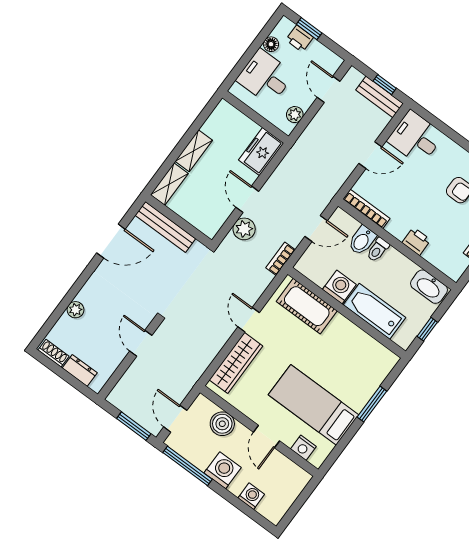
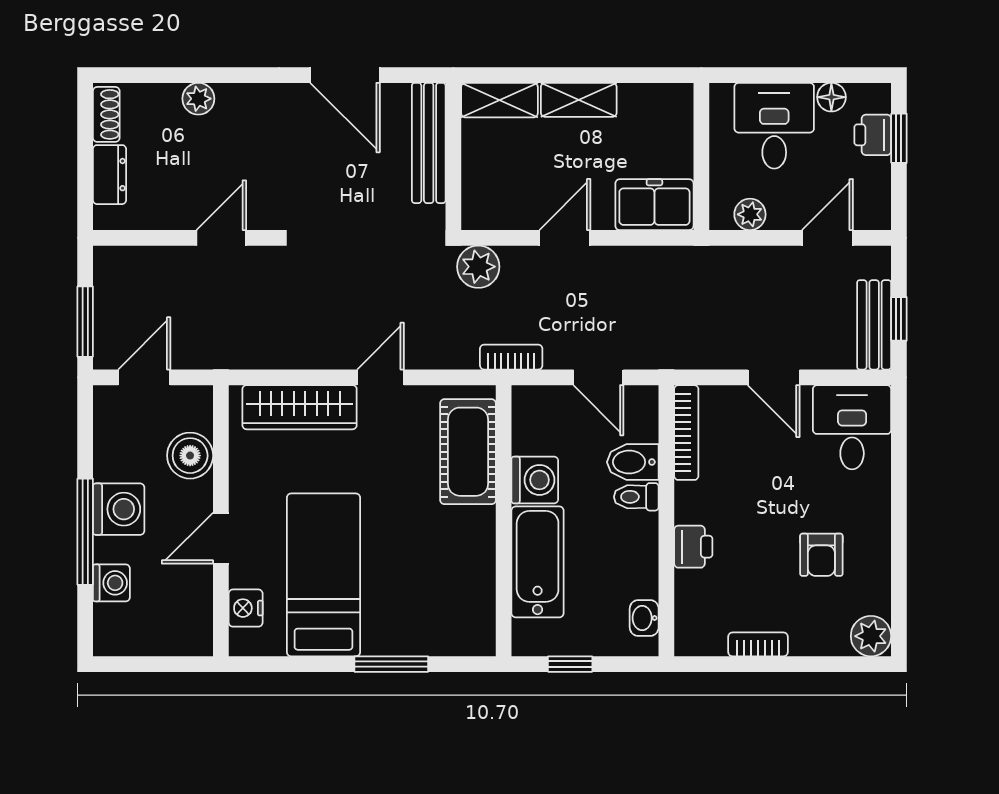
plant: (244, 229) -> (478, 267), moved
washbasin: (429, 287) -> (644, 618), width x0.52, depth x0.69
window: (187, 466) -> (85, 532), moved

